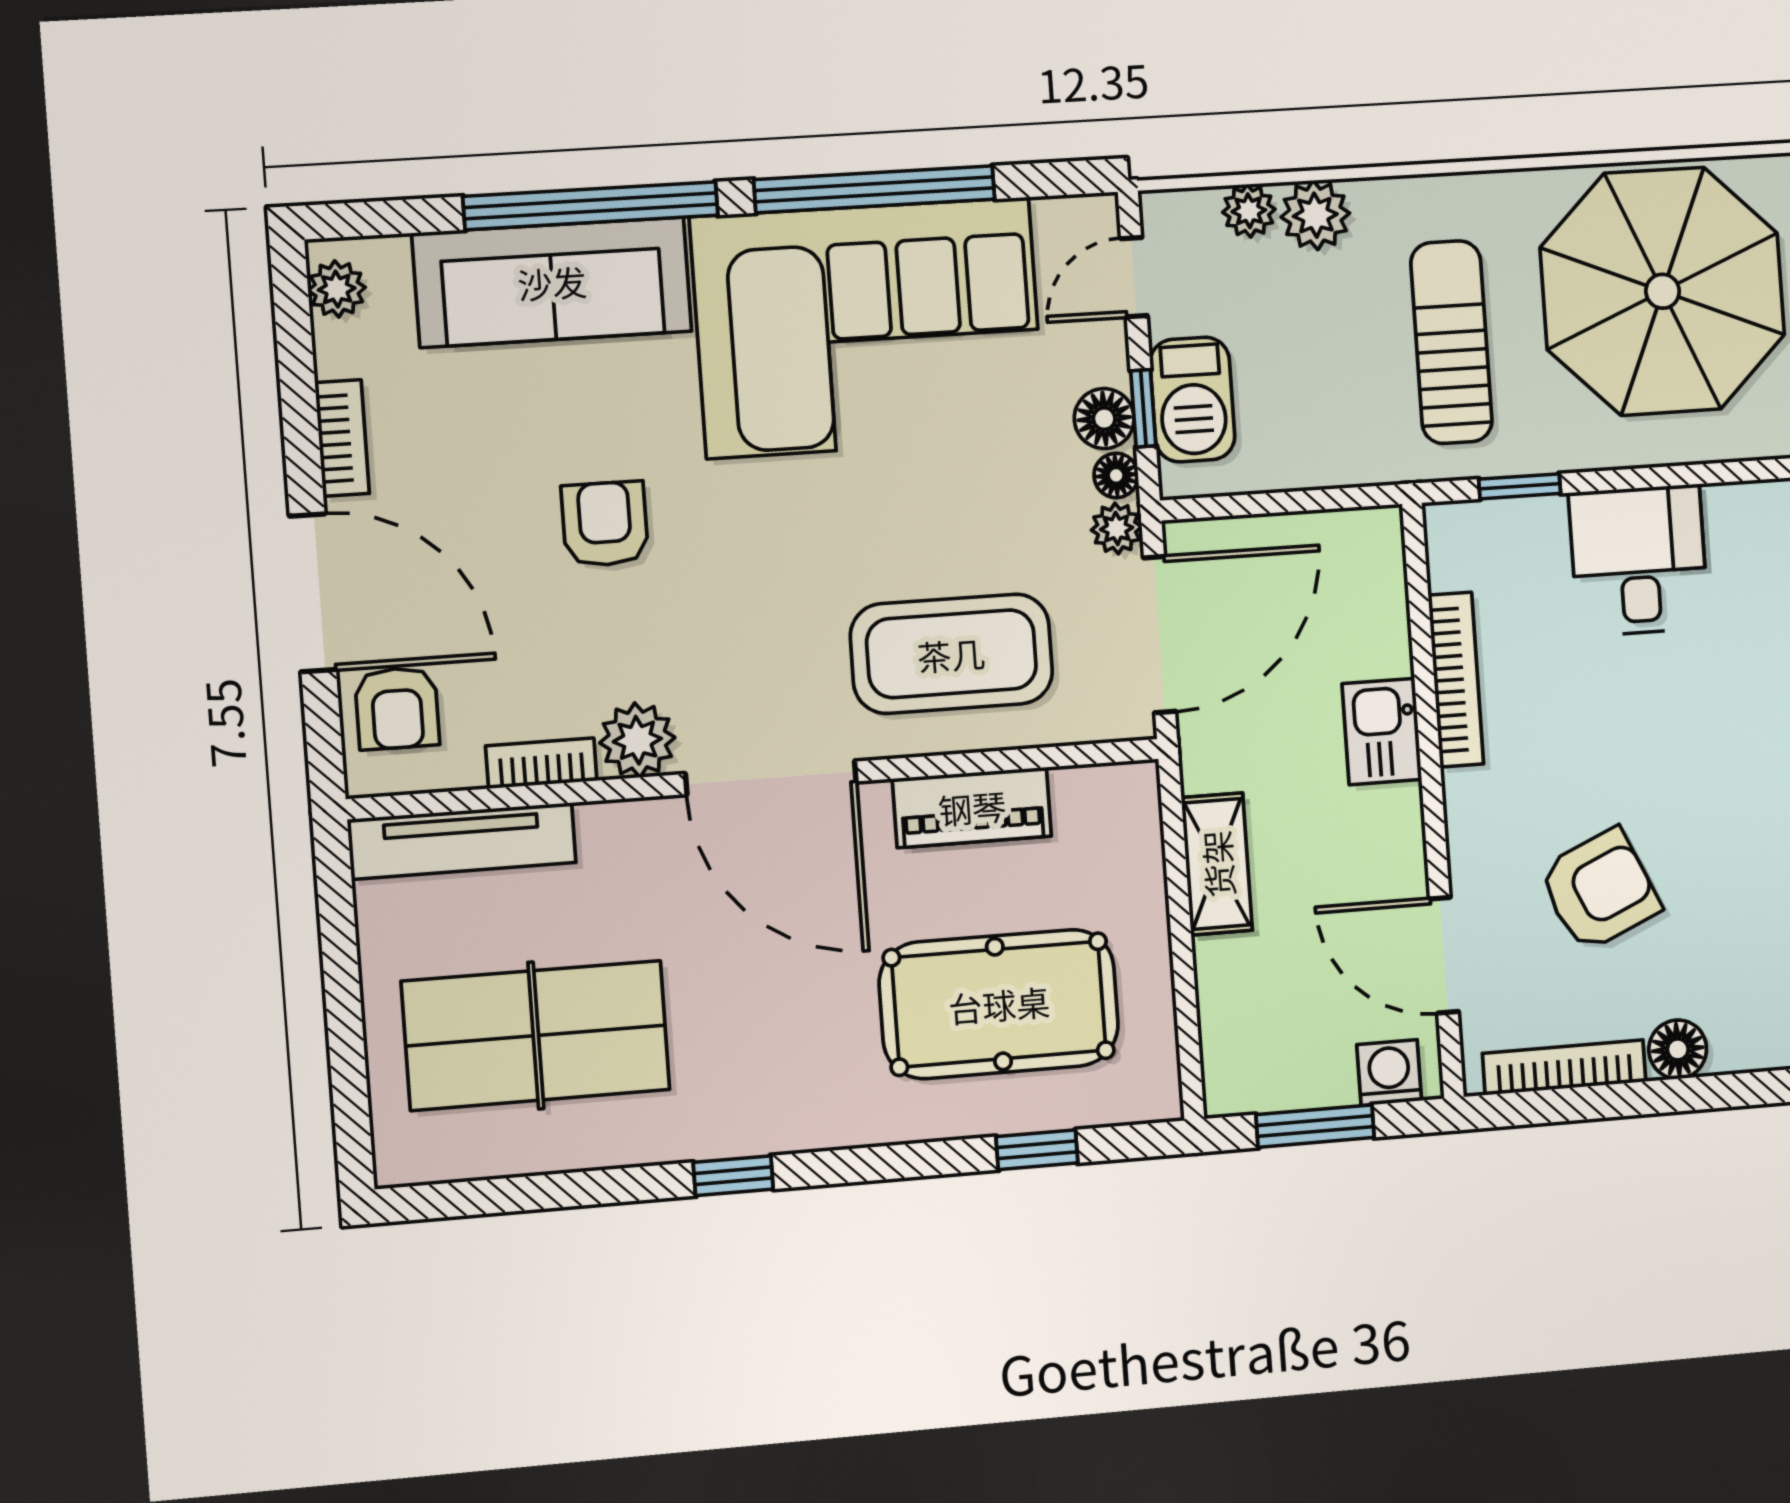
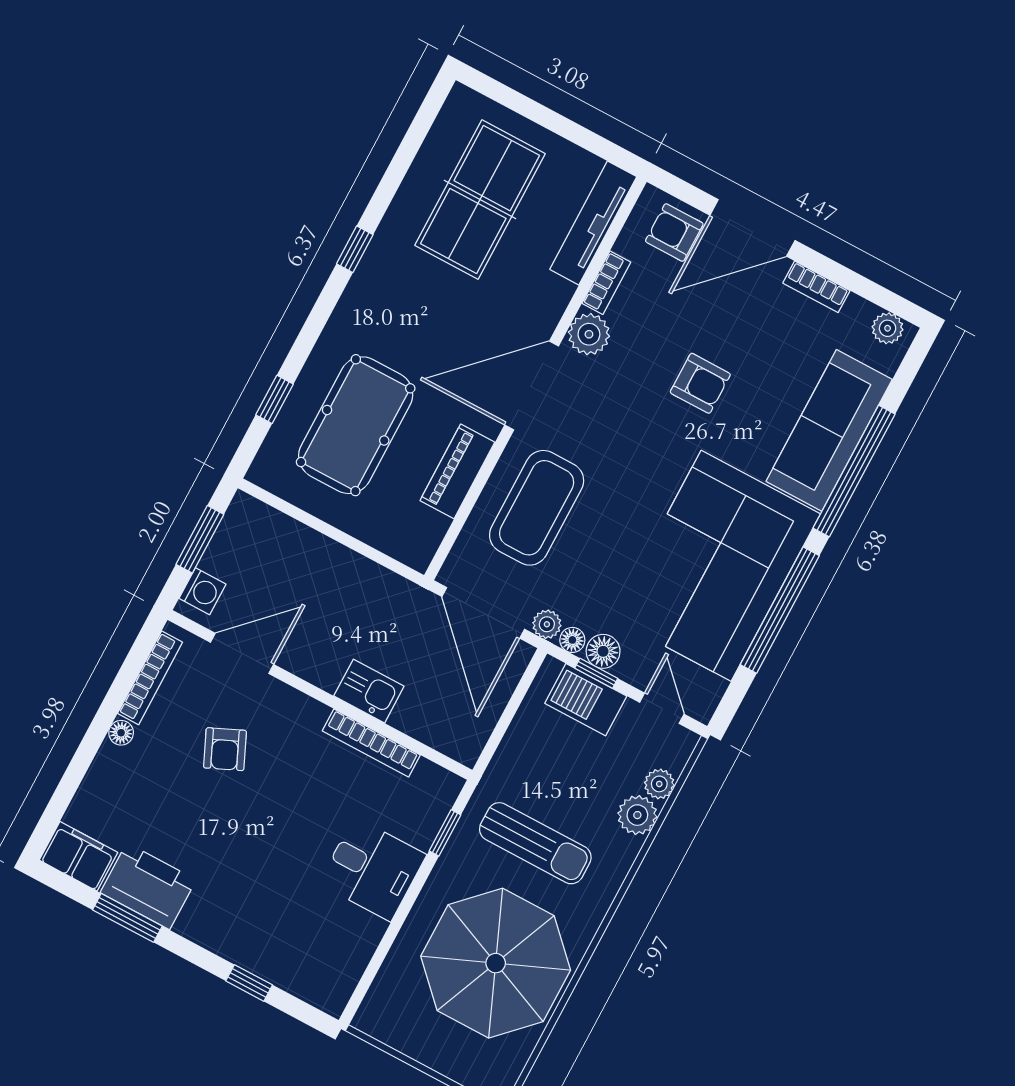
shelving: (1217, 864) -> (356, 571), removed
armchair: (1599, 890) -> (225, 749), width x0.72, depth x0.72
floor lamp: (1678, 1049) -> (121, 733), width x0.73, depth x0.73

